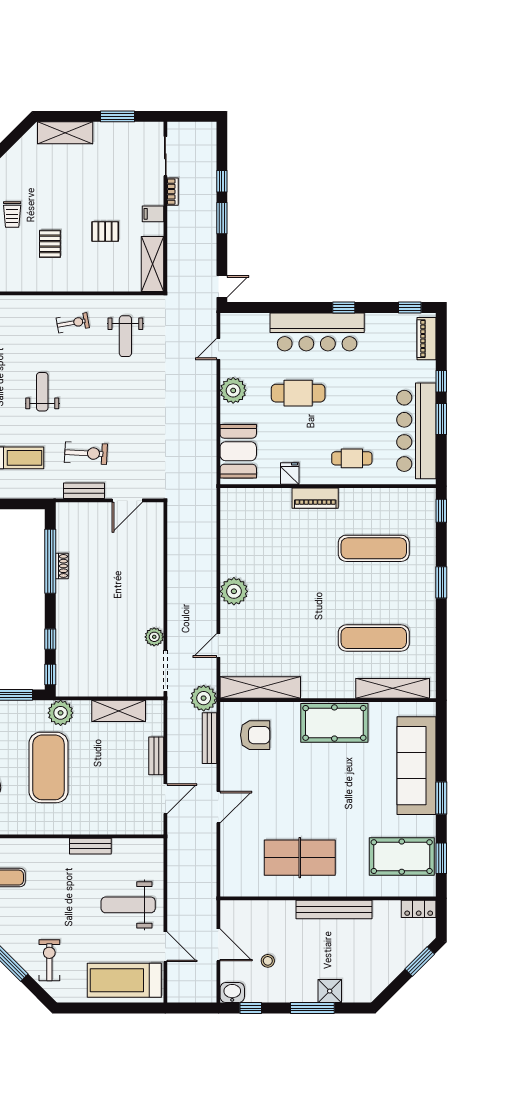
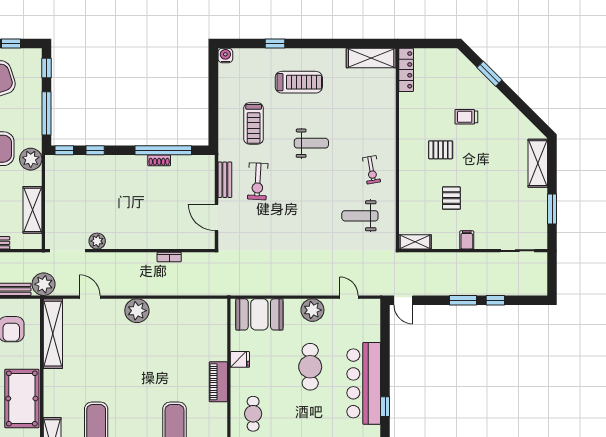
bookcase: (173, 192) -> (169, 257), moved
shelving: (152, 264) -> (415, 242), width x0.67, depth x0.75

